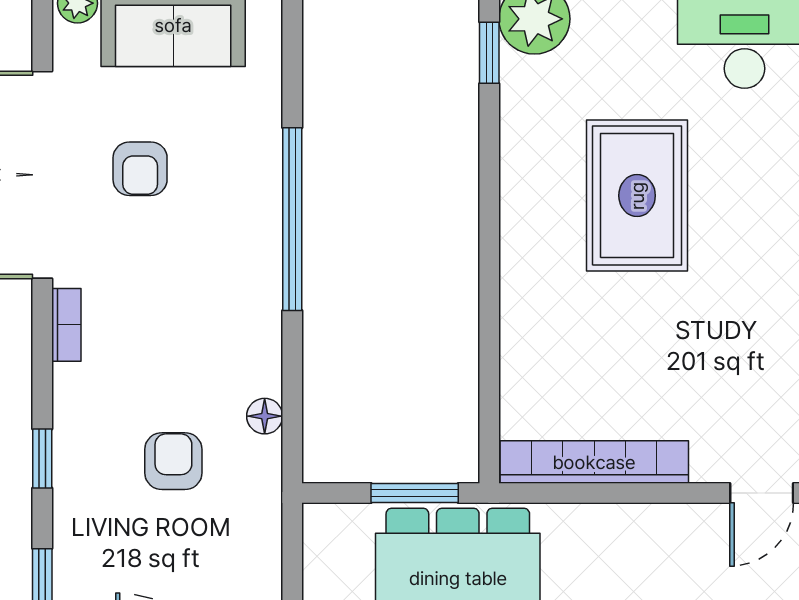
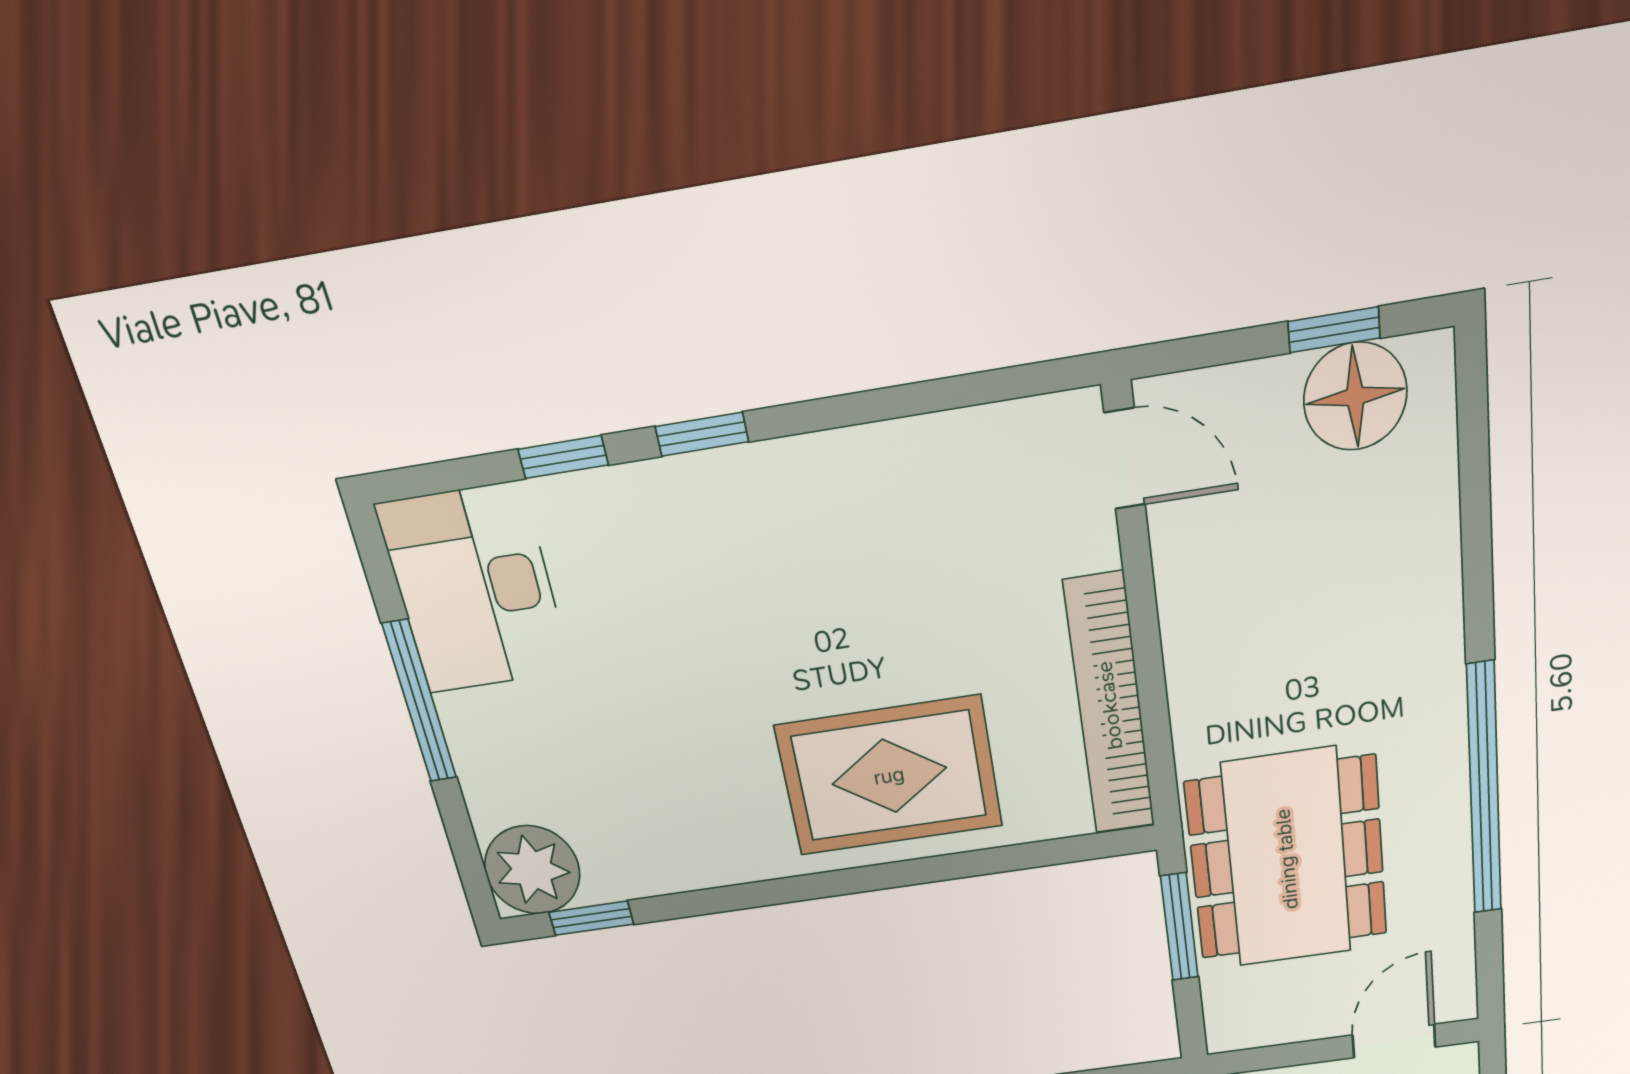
rug: (637, 196) -> (889, 776), moved

